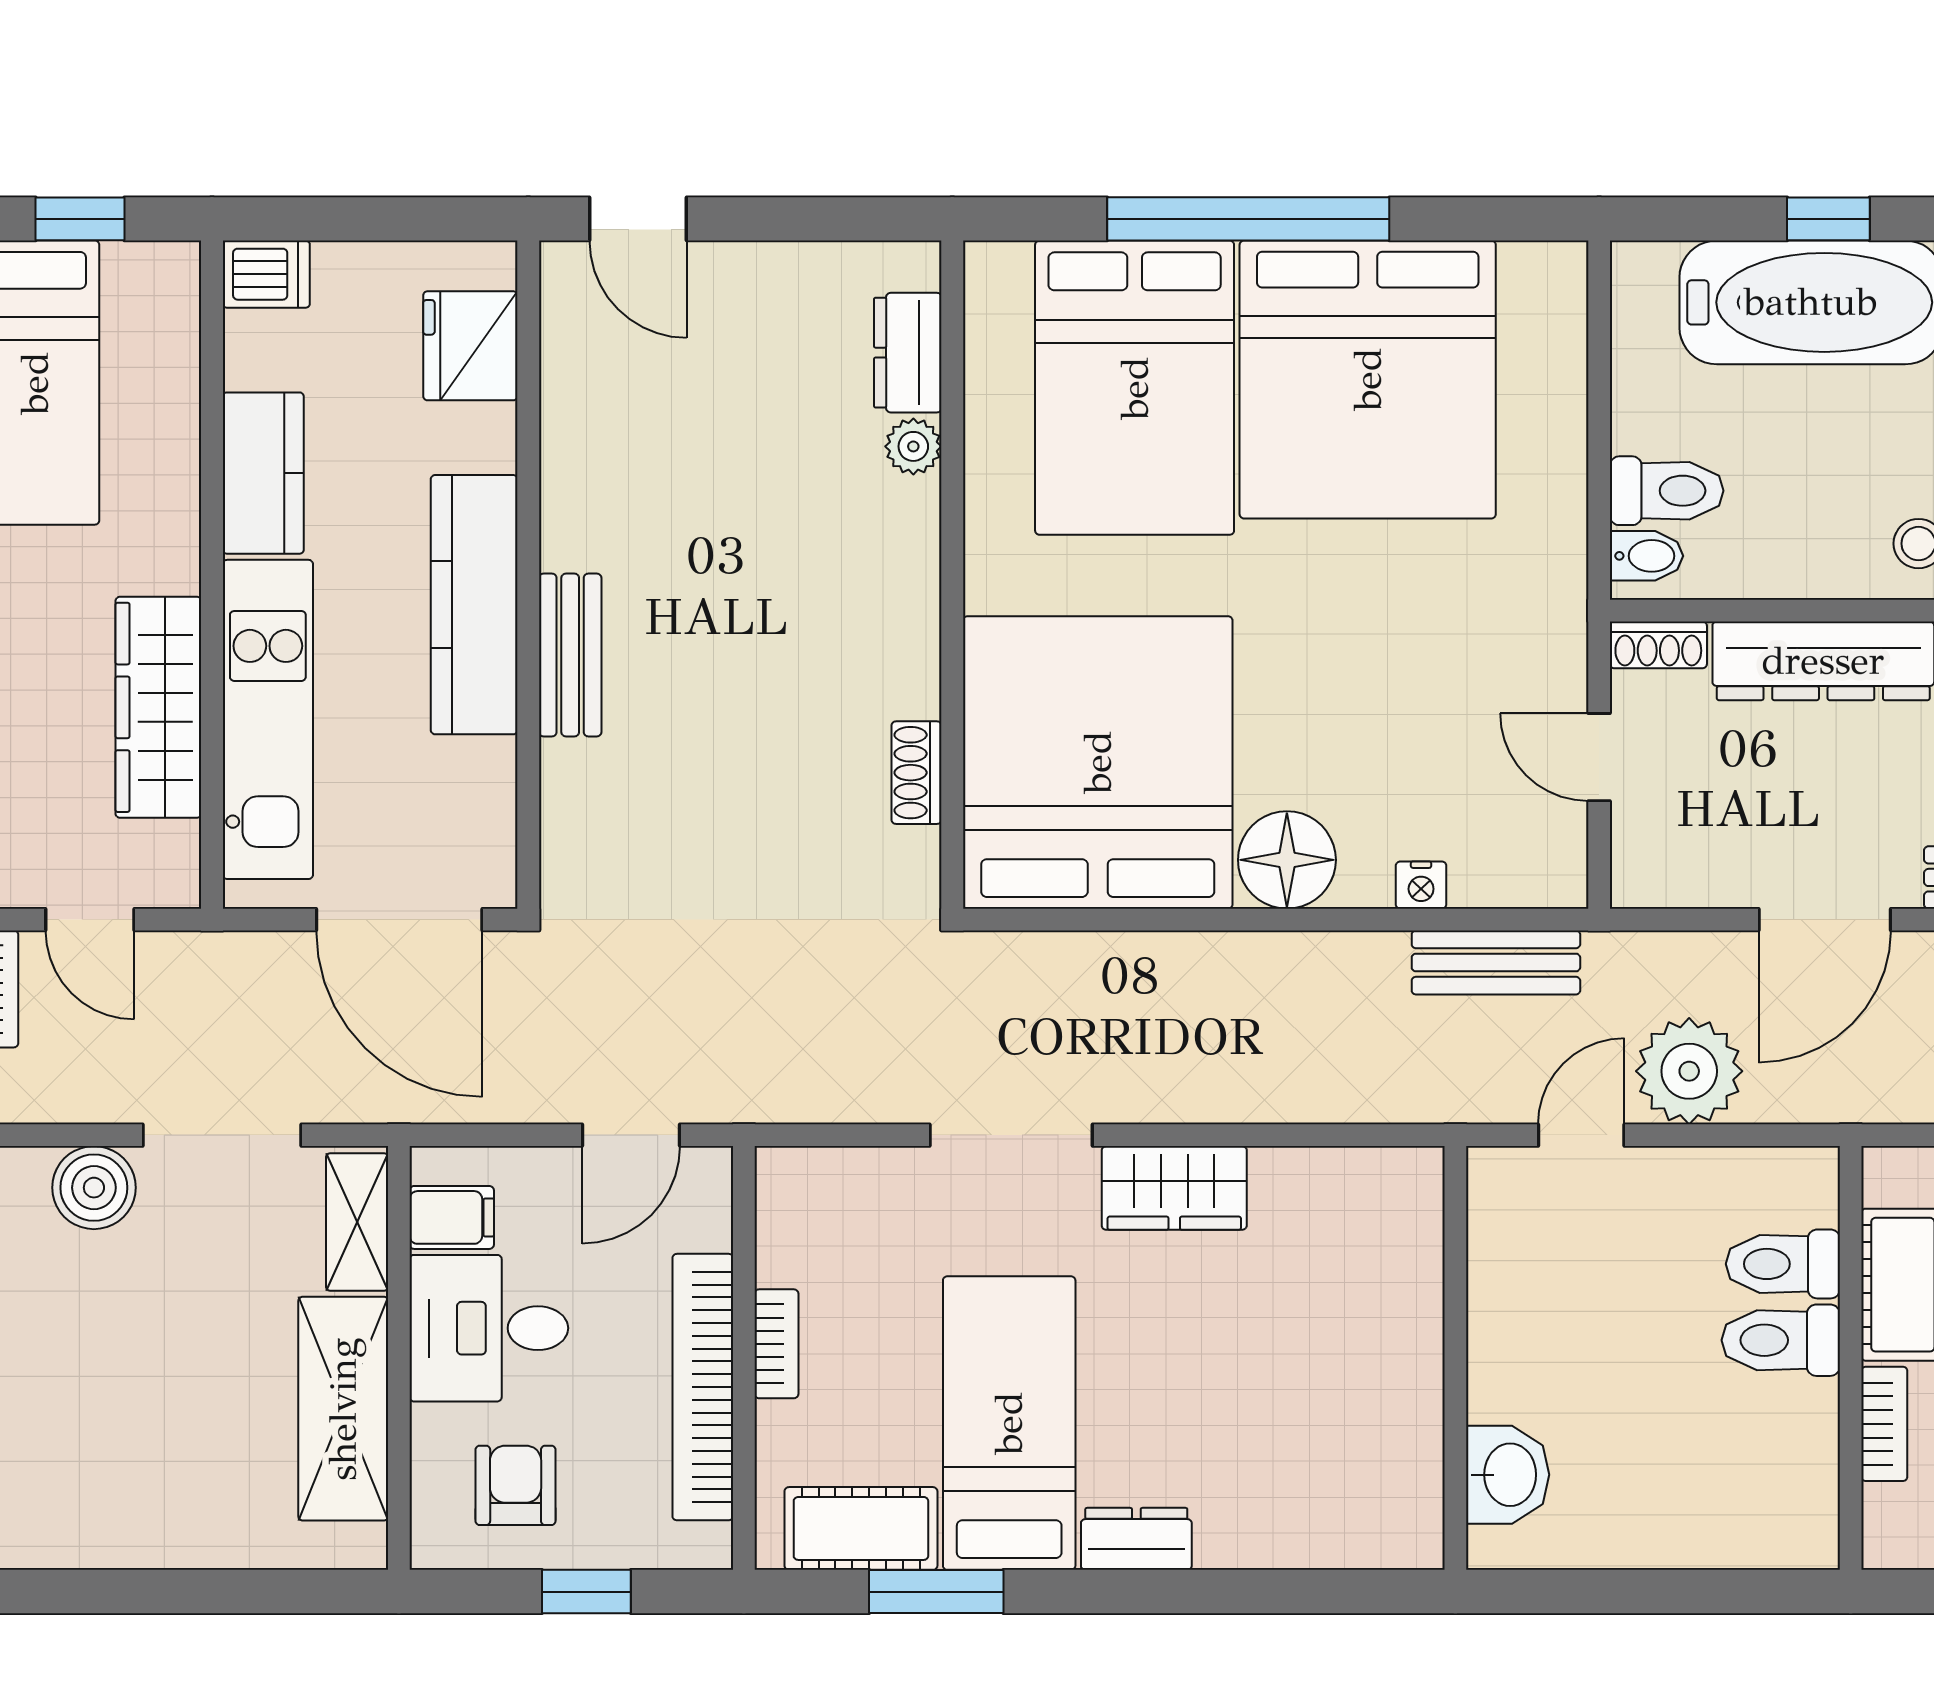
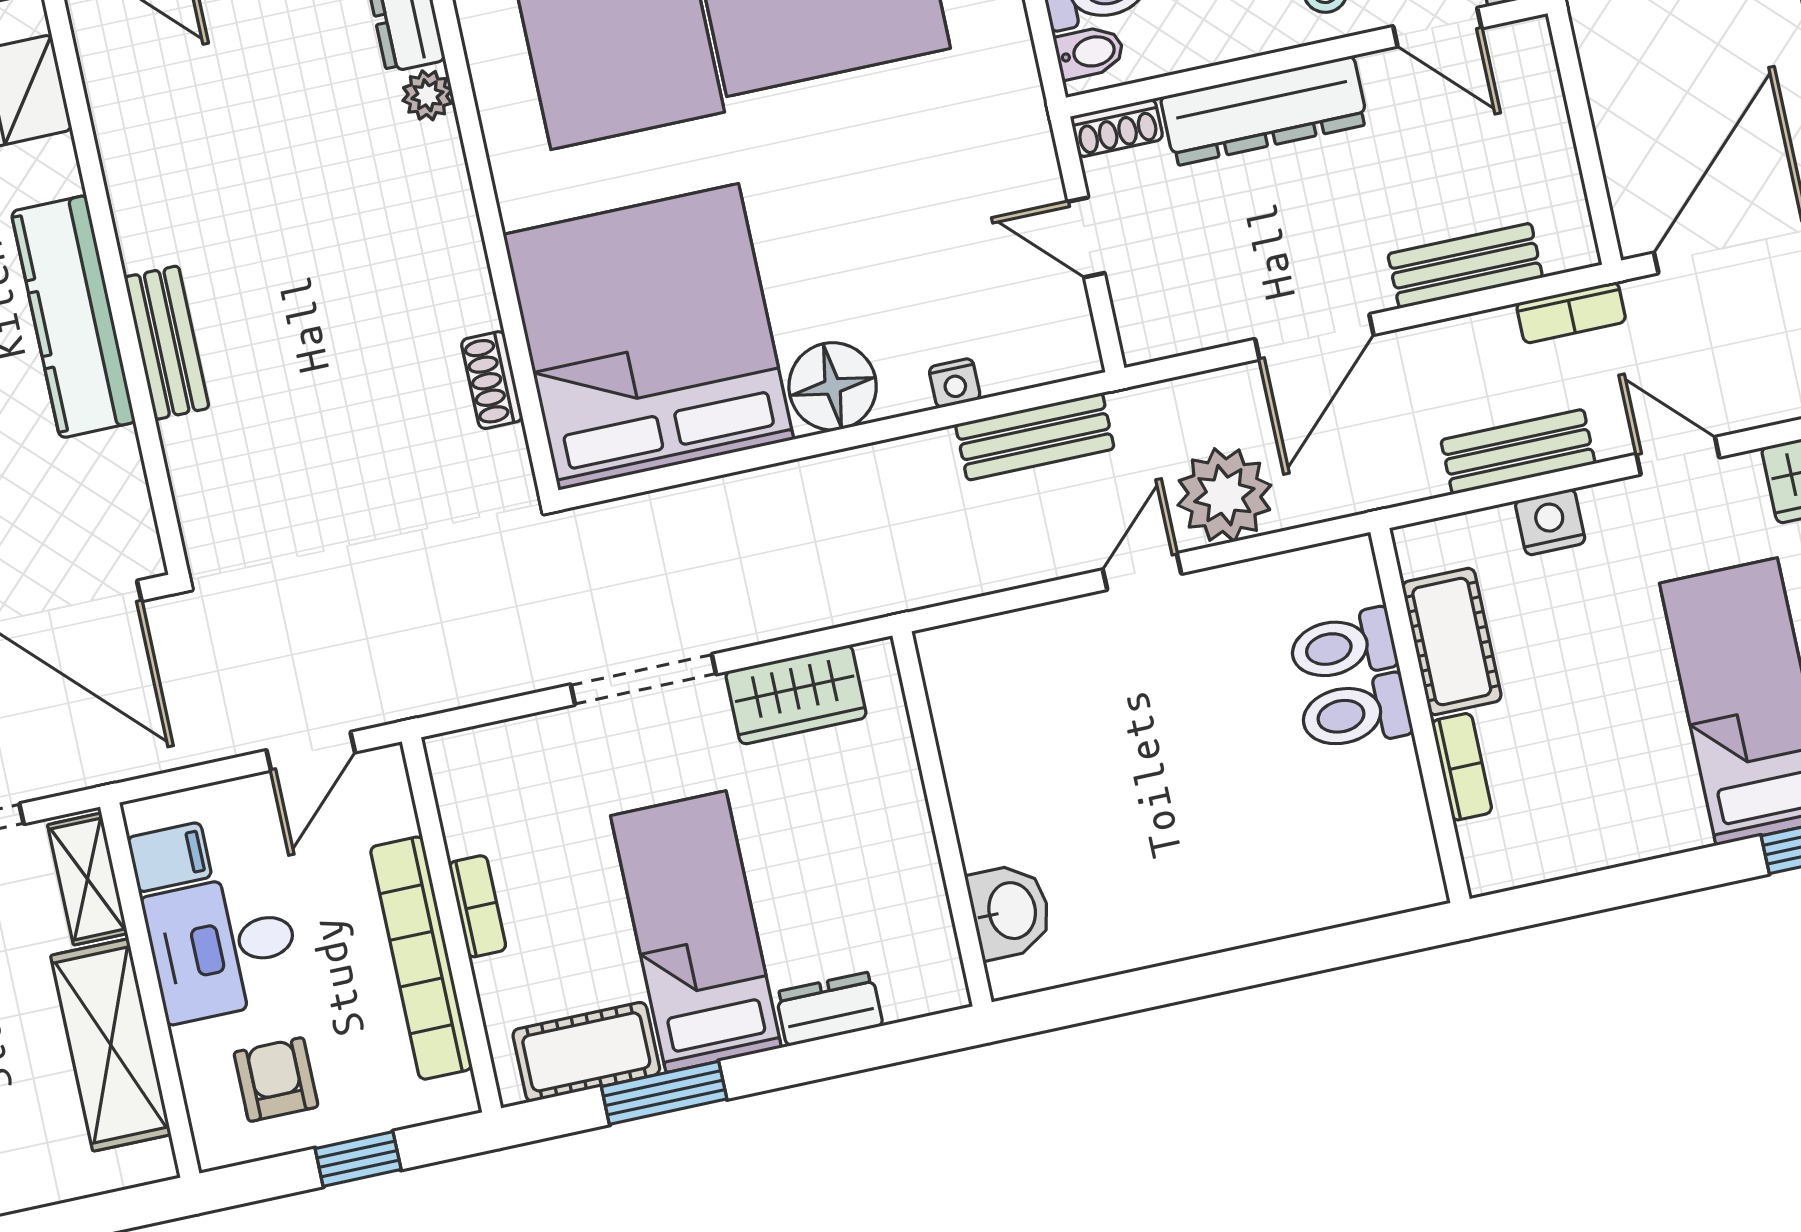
wall: (1455, 1358) -> (942, 819), moved
washbasin: (1508, 1475) -> (1010, 911), moved

